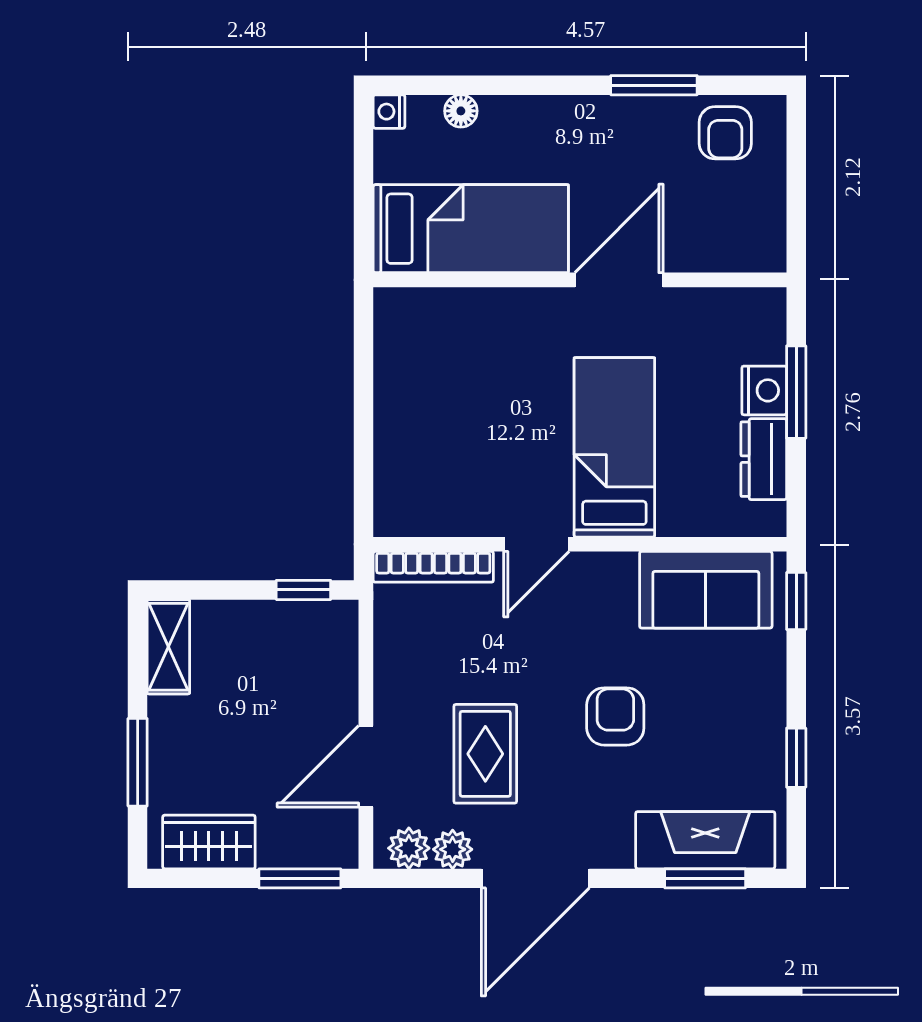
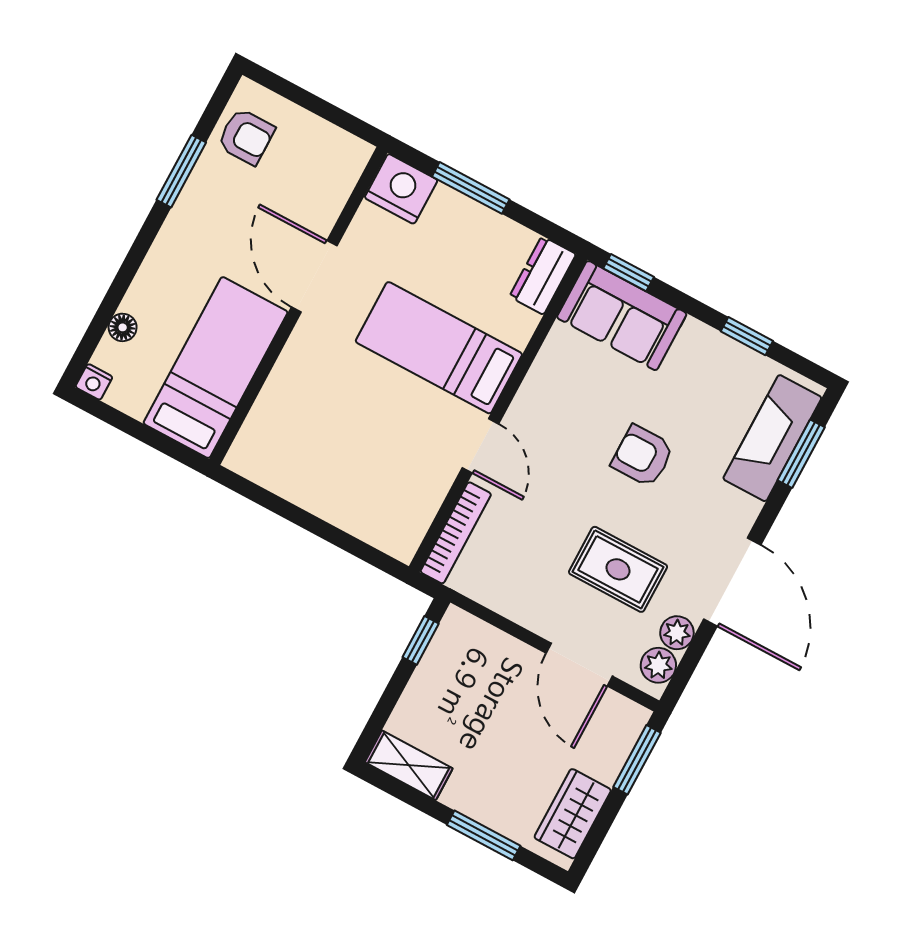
nightstand: (764, 390) -> (401, 189), moved, width x1.36, depth x1.33
dresser: (764, 459) -> (543, 275), moved, turned 90
sofa: (706, 590) -> (622, 316), moved, turned 90

